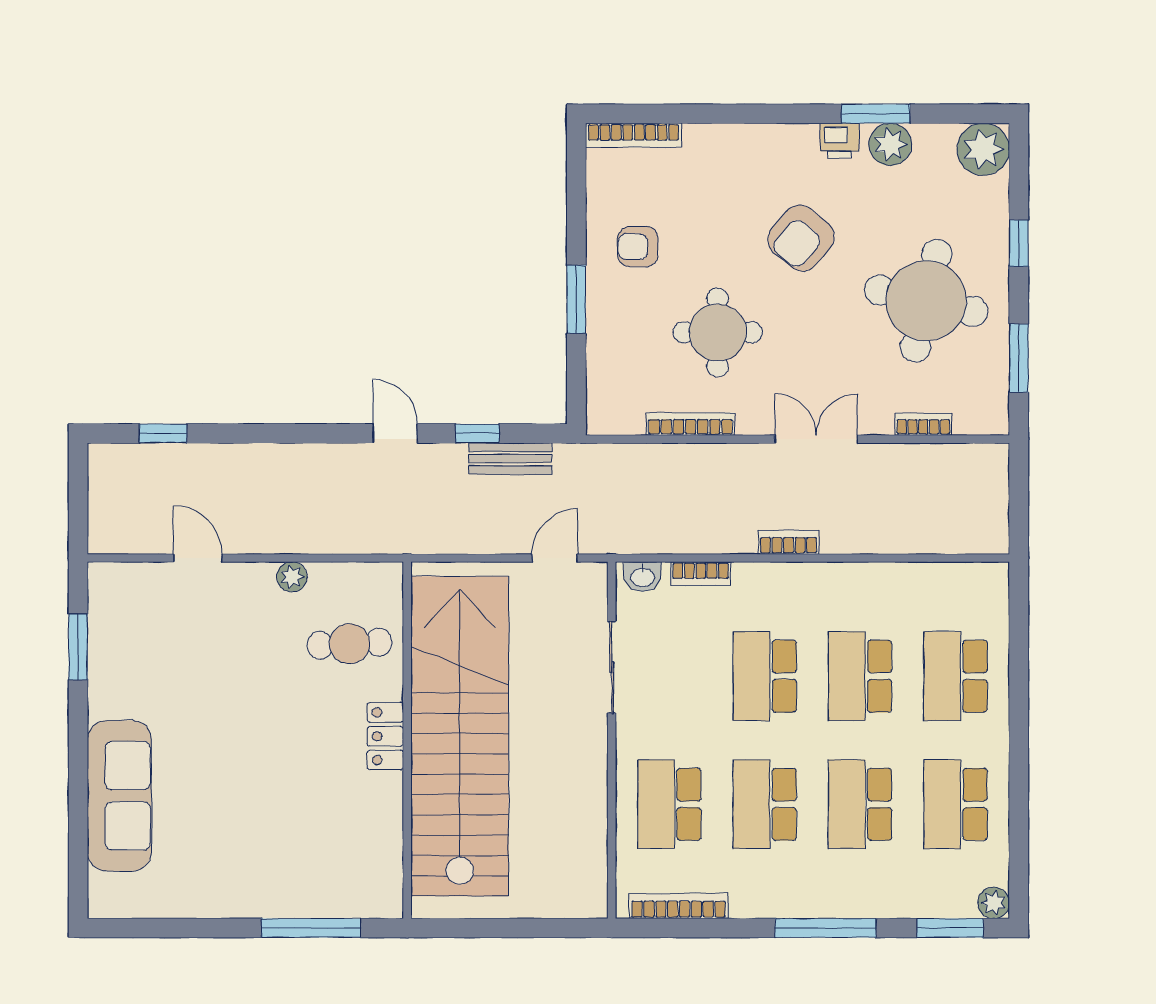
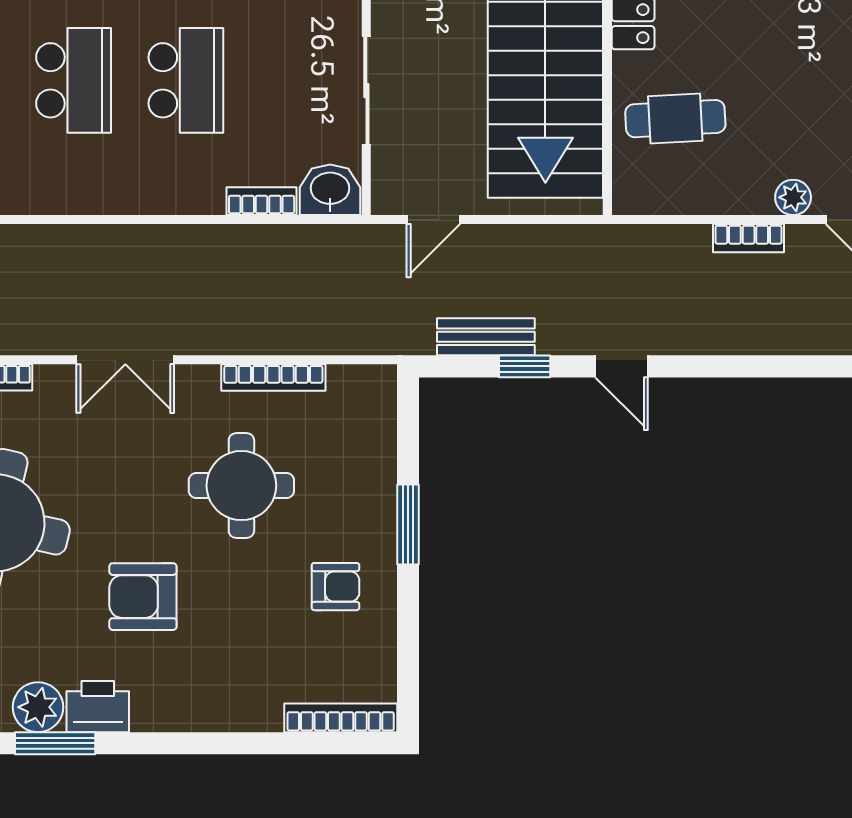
printer: (840, 141) -> (98, 707), width x1.36, depth x1.24
armchair: (801, 238) -> (143, 597), turned -130
bookcase: (789, 542) -> (749, 238), moved
plant: (292, 577) -> (793, 197), moved
washbasin: (642, 577) -> (330, 190), width x1.38, depth x1.45

